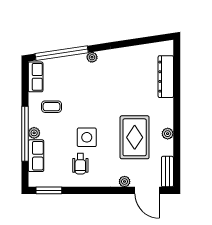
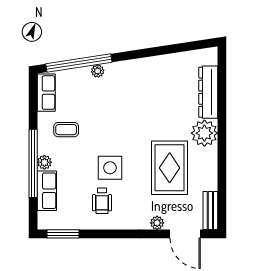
plant: (92, 57) -> (98, 71), moved
plant: (168, 134) -> (204, 133), moved, width x1.87, depth x1.87

